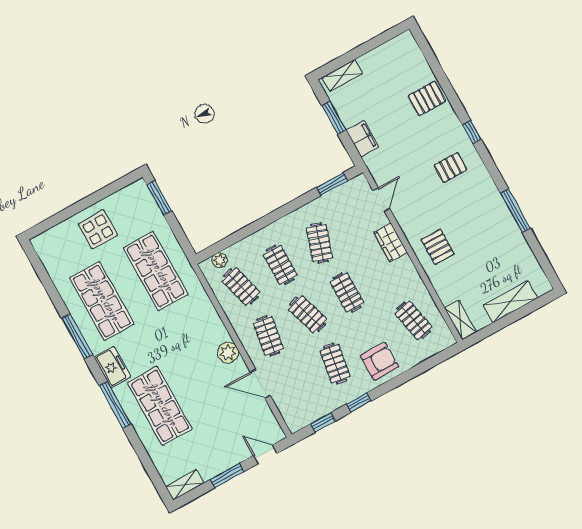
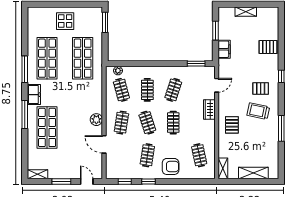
shelving: (342, 75) -> (246, 12), moved
trolley: (466, 204) -> (258, 111), added

